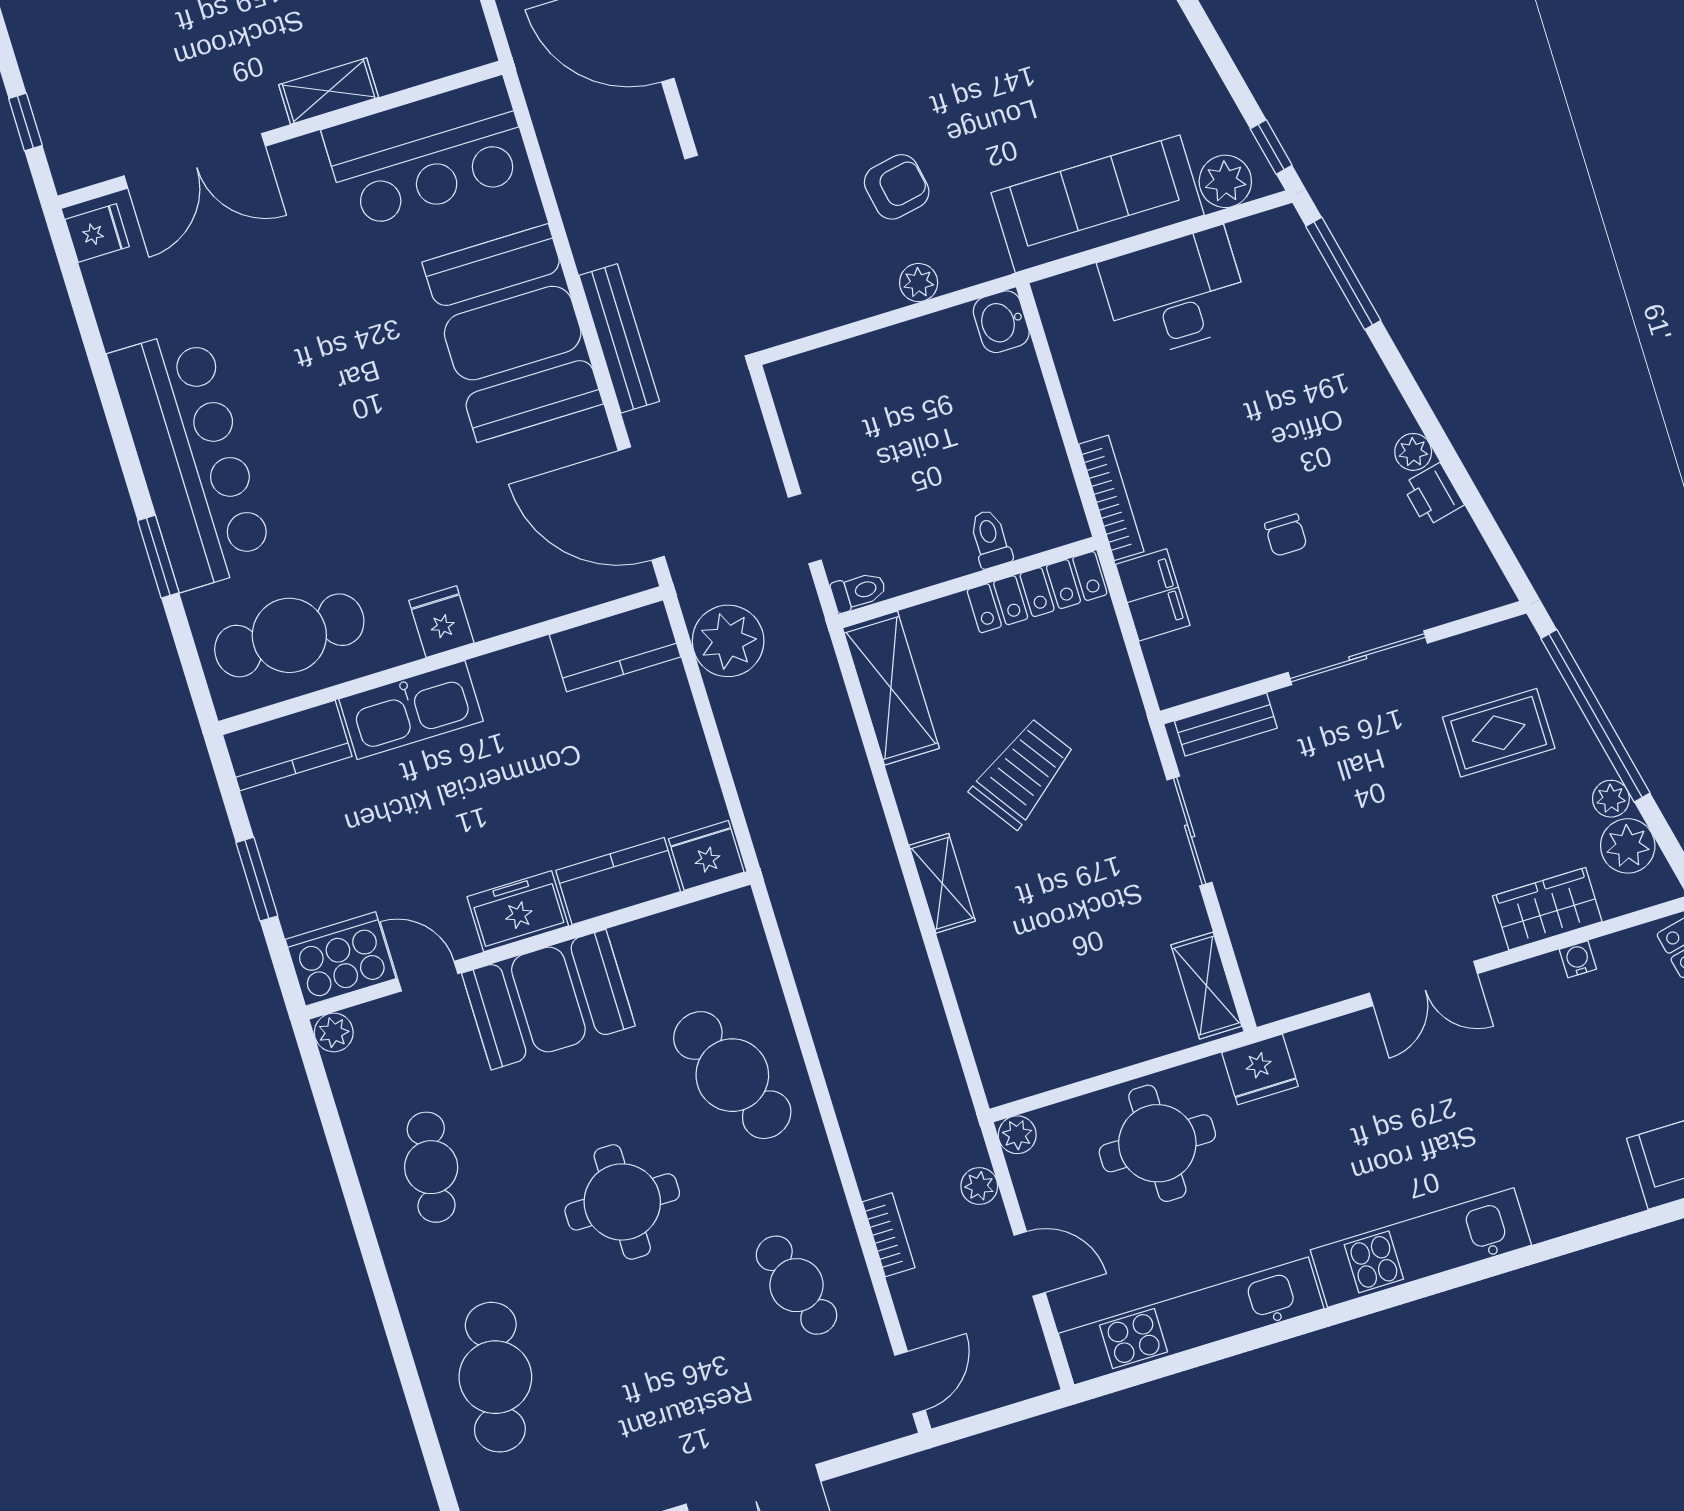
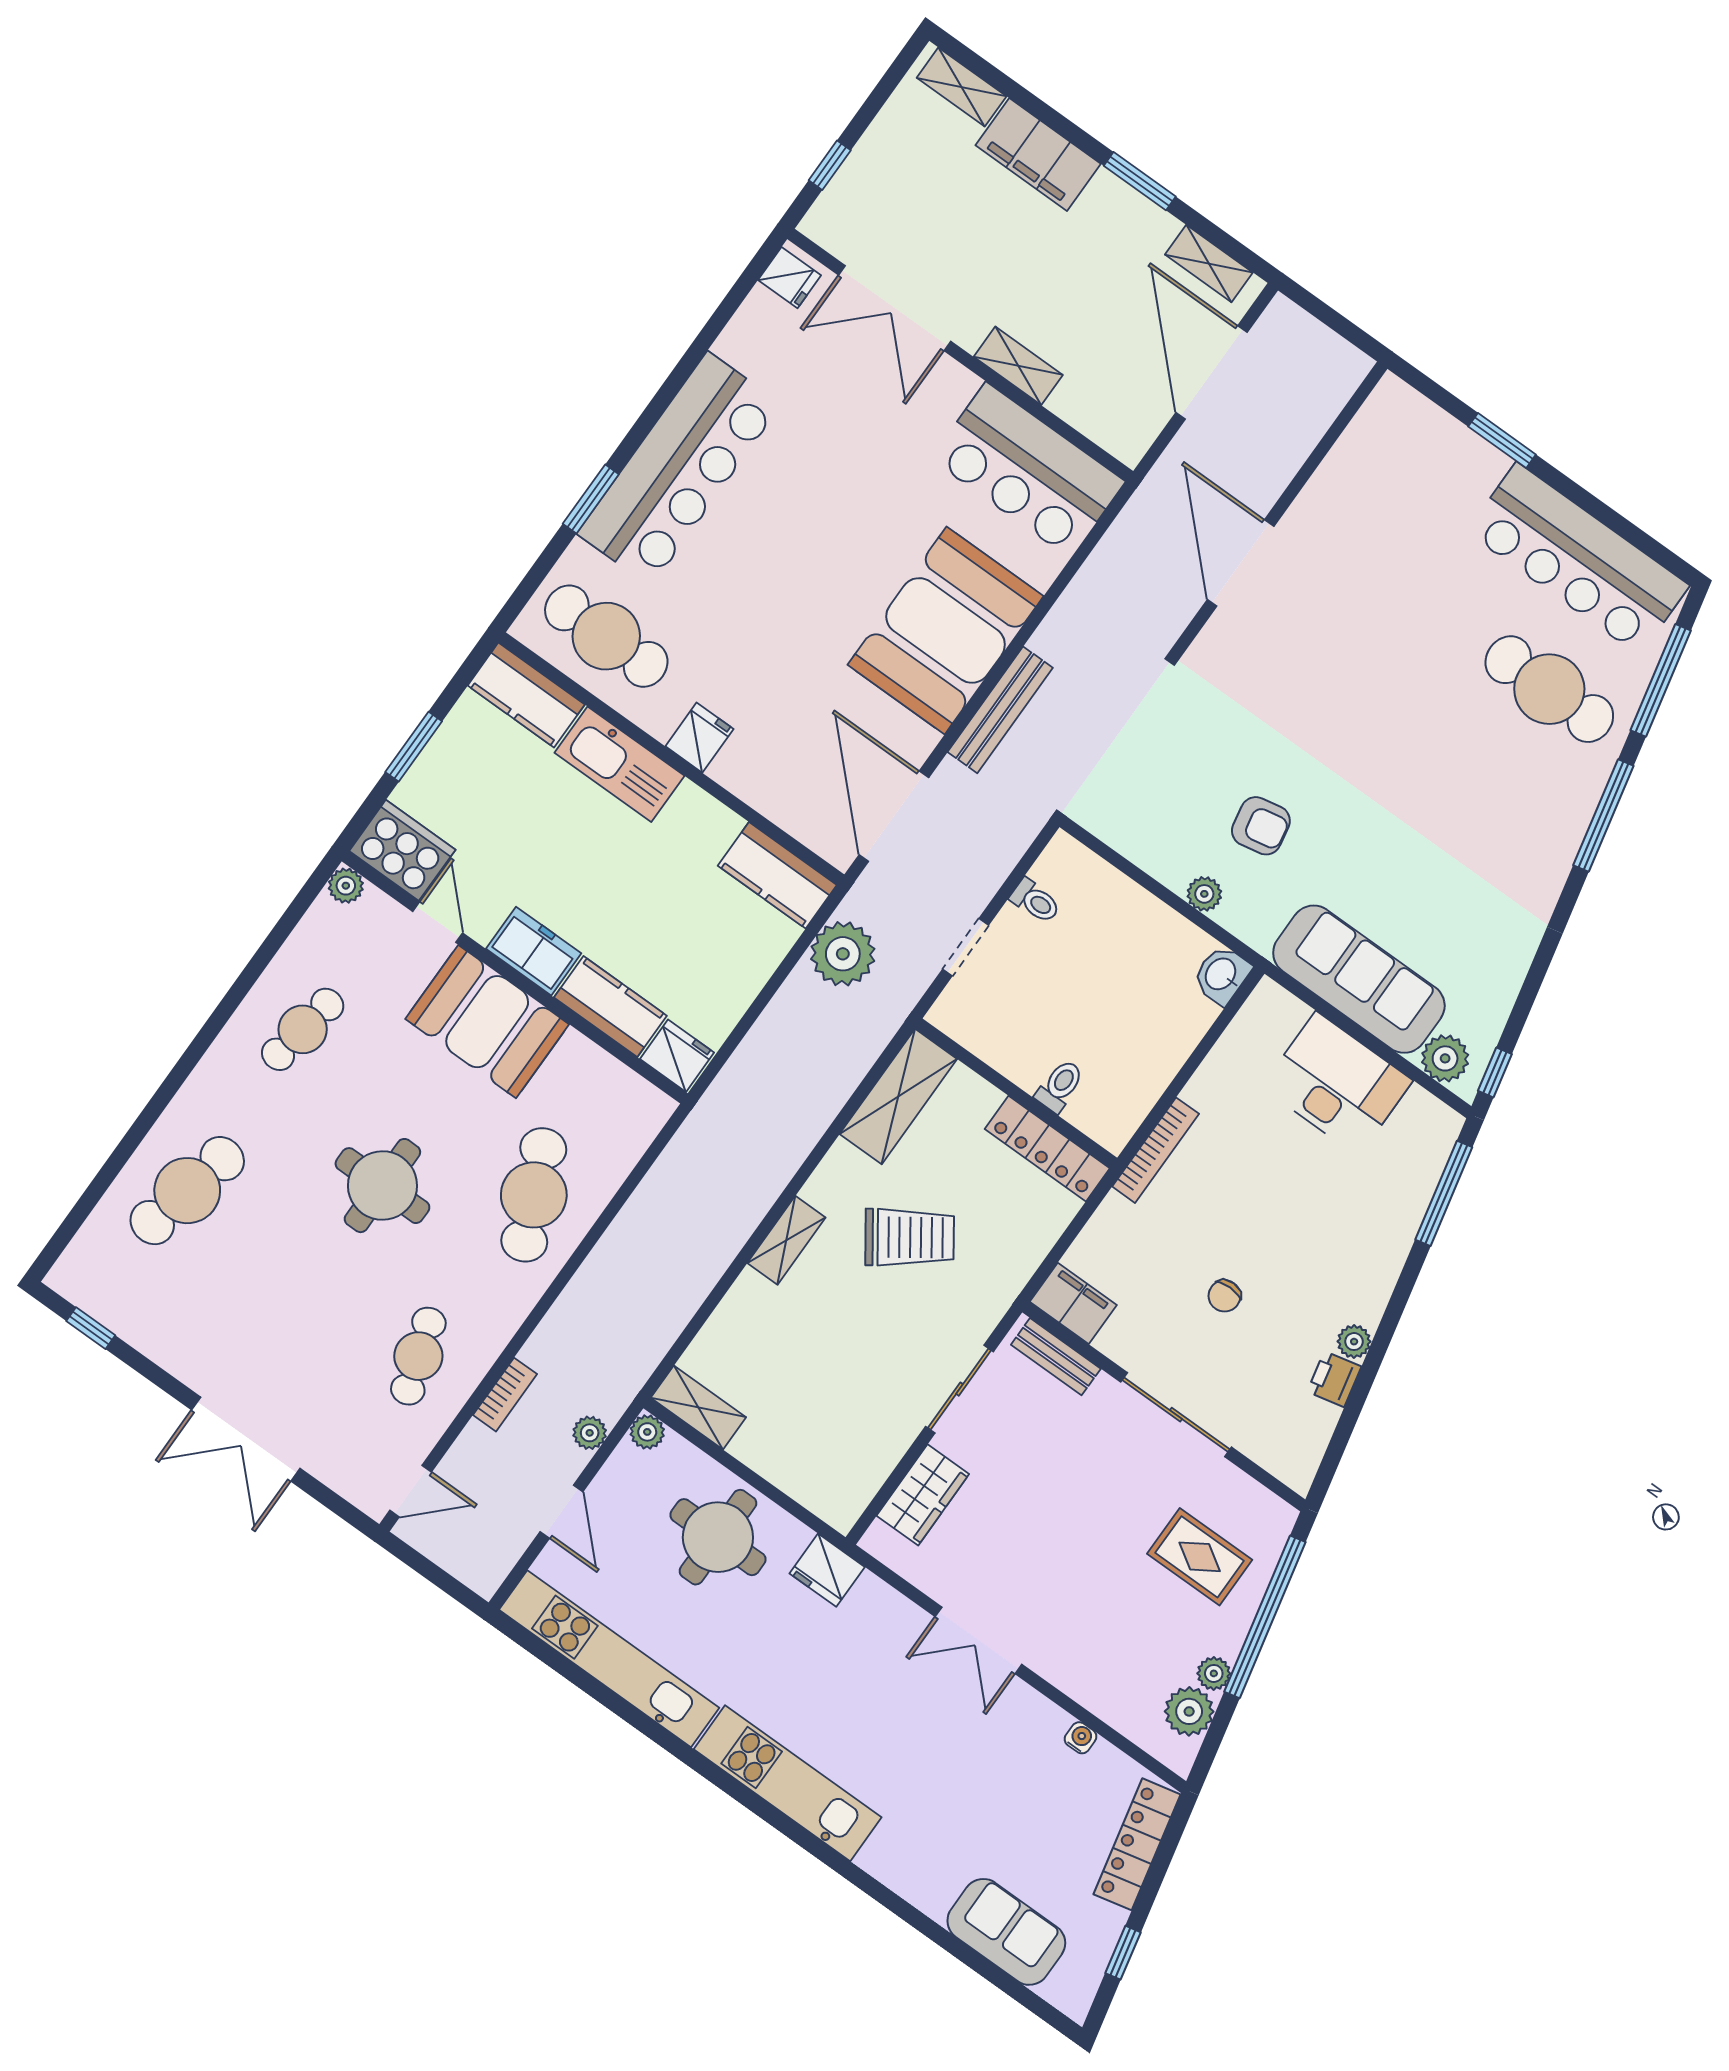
toilet: (859, 591) -> (1035, 901), moved
filing cabinet: (1153, 595) -> (1073, 1303), moved, turned -90
wardrobe: (1547, 909) -> (923, 1495), moved, turned 90
shelving: (1206, 986) -> (698, 1407), moved, turned 90

